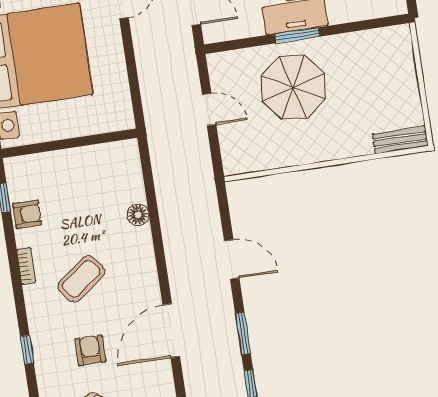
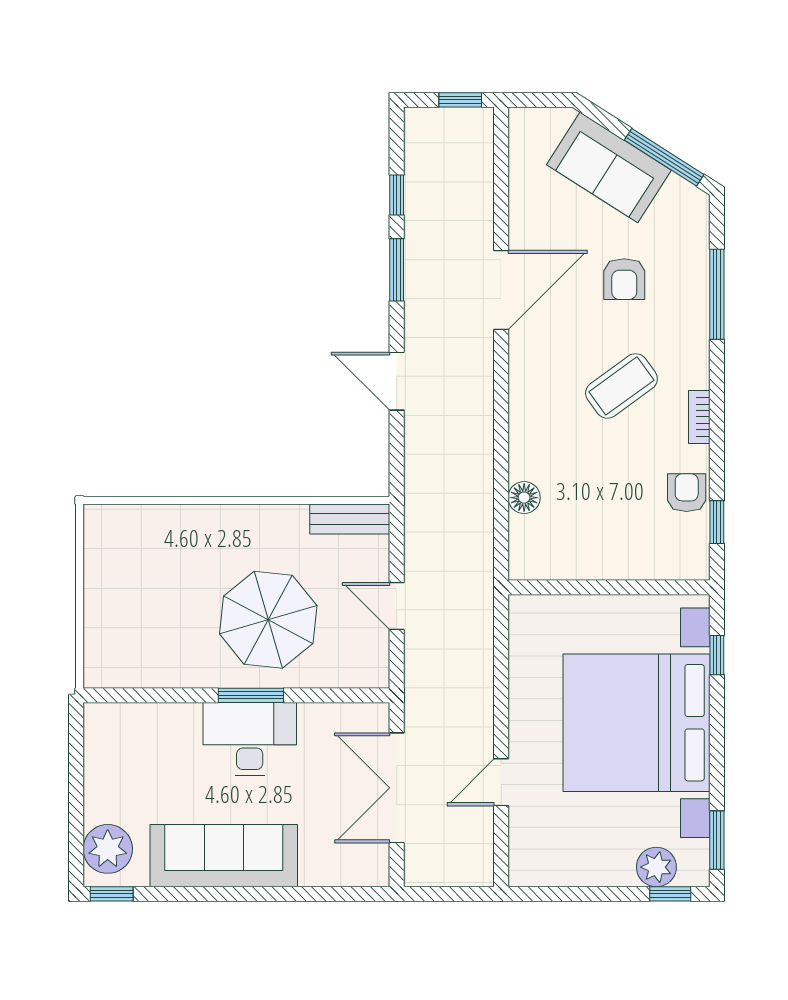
bench: (400, 140) -> (350, 519), moved
armchair: (27, 214) -> (687, 493), turned 90
floor lamp: (138, 215) -> (524, 498), moved
window: (27, 350) -> (717, 294), width x2.17

